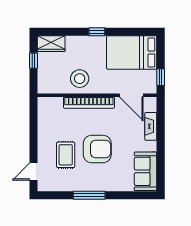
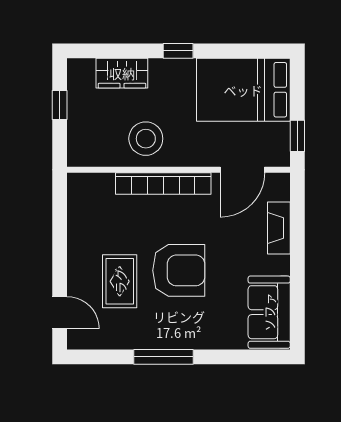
wardrobe: (51, 44) -> (122, 73), moved
door: (131, 95) -> (242, 170), hinge flipped
door: (34, 172) -> (60, 313), swing flipped

